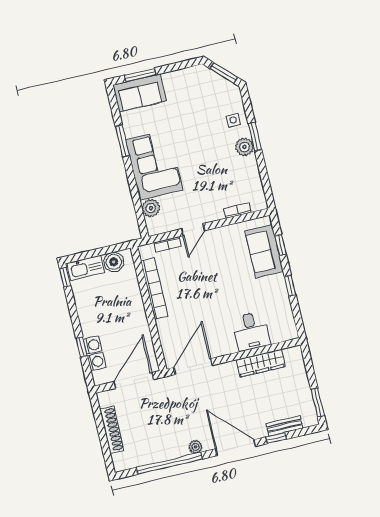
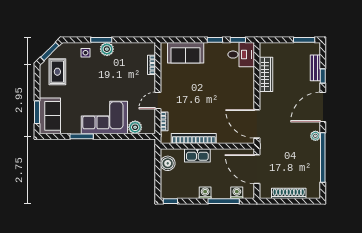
rug: (200, 89) -> (57, 72), added
door: (193, 230) -> (158, 100), swing flipped
window: (280, 245) -> (238, 40), moved
kitchen sink: (86, 268) -> (197, 155), moved, turned 90
desk: (251, 331) -> (241, 55), moved
washing machine: (93, 345) -> (205, 193), moved
window: (82, 347) -> (224, 201), width x2.17

